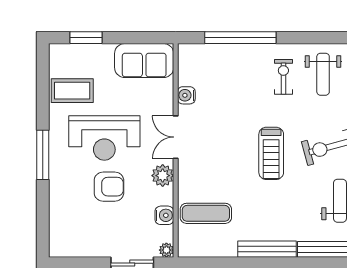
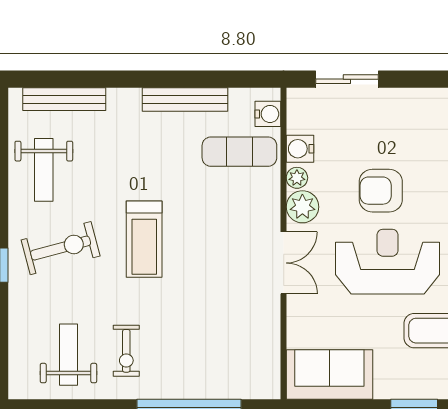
water cooler: (186, 95) -> (268, 114), moved
treadmill: (271, 153) -> (144, 239), turned 180
bench: (267, 249) -> (185, 99), moved
plant: (166, 250) -> (297, 178), moved

